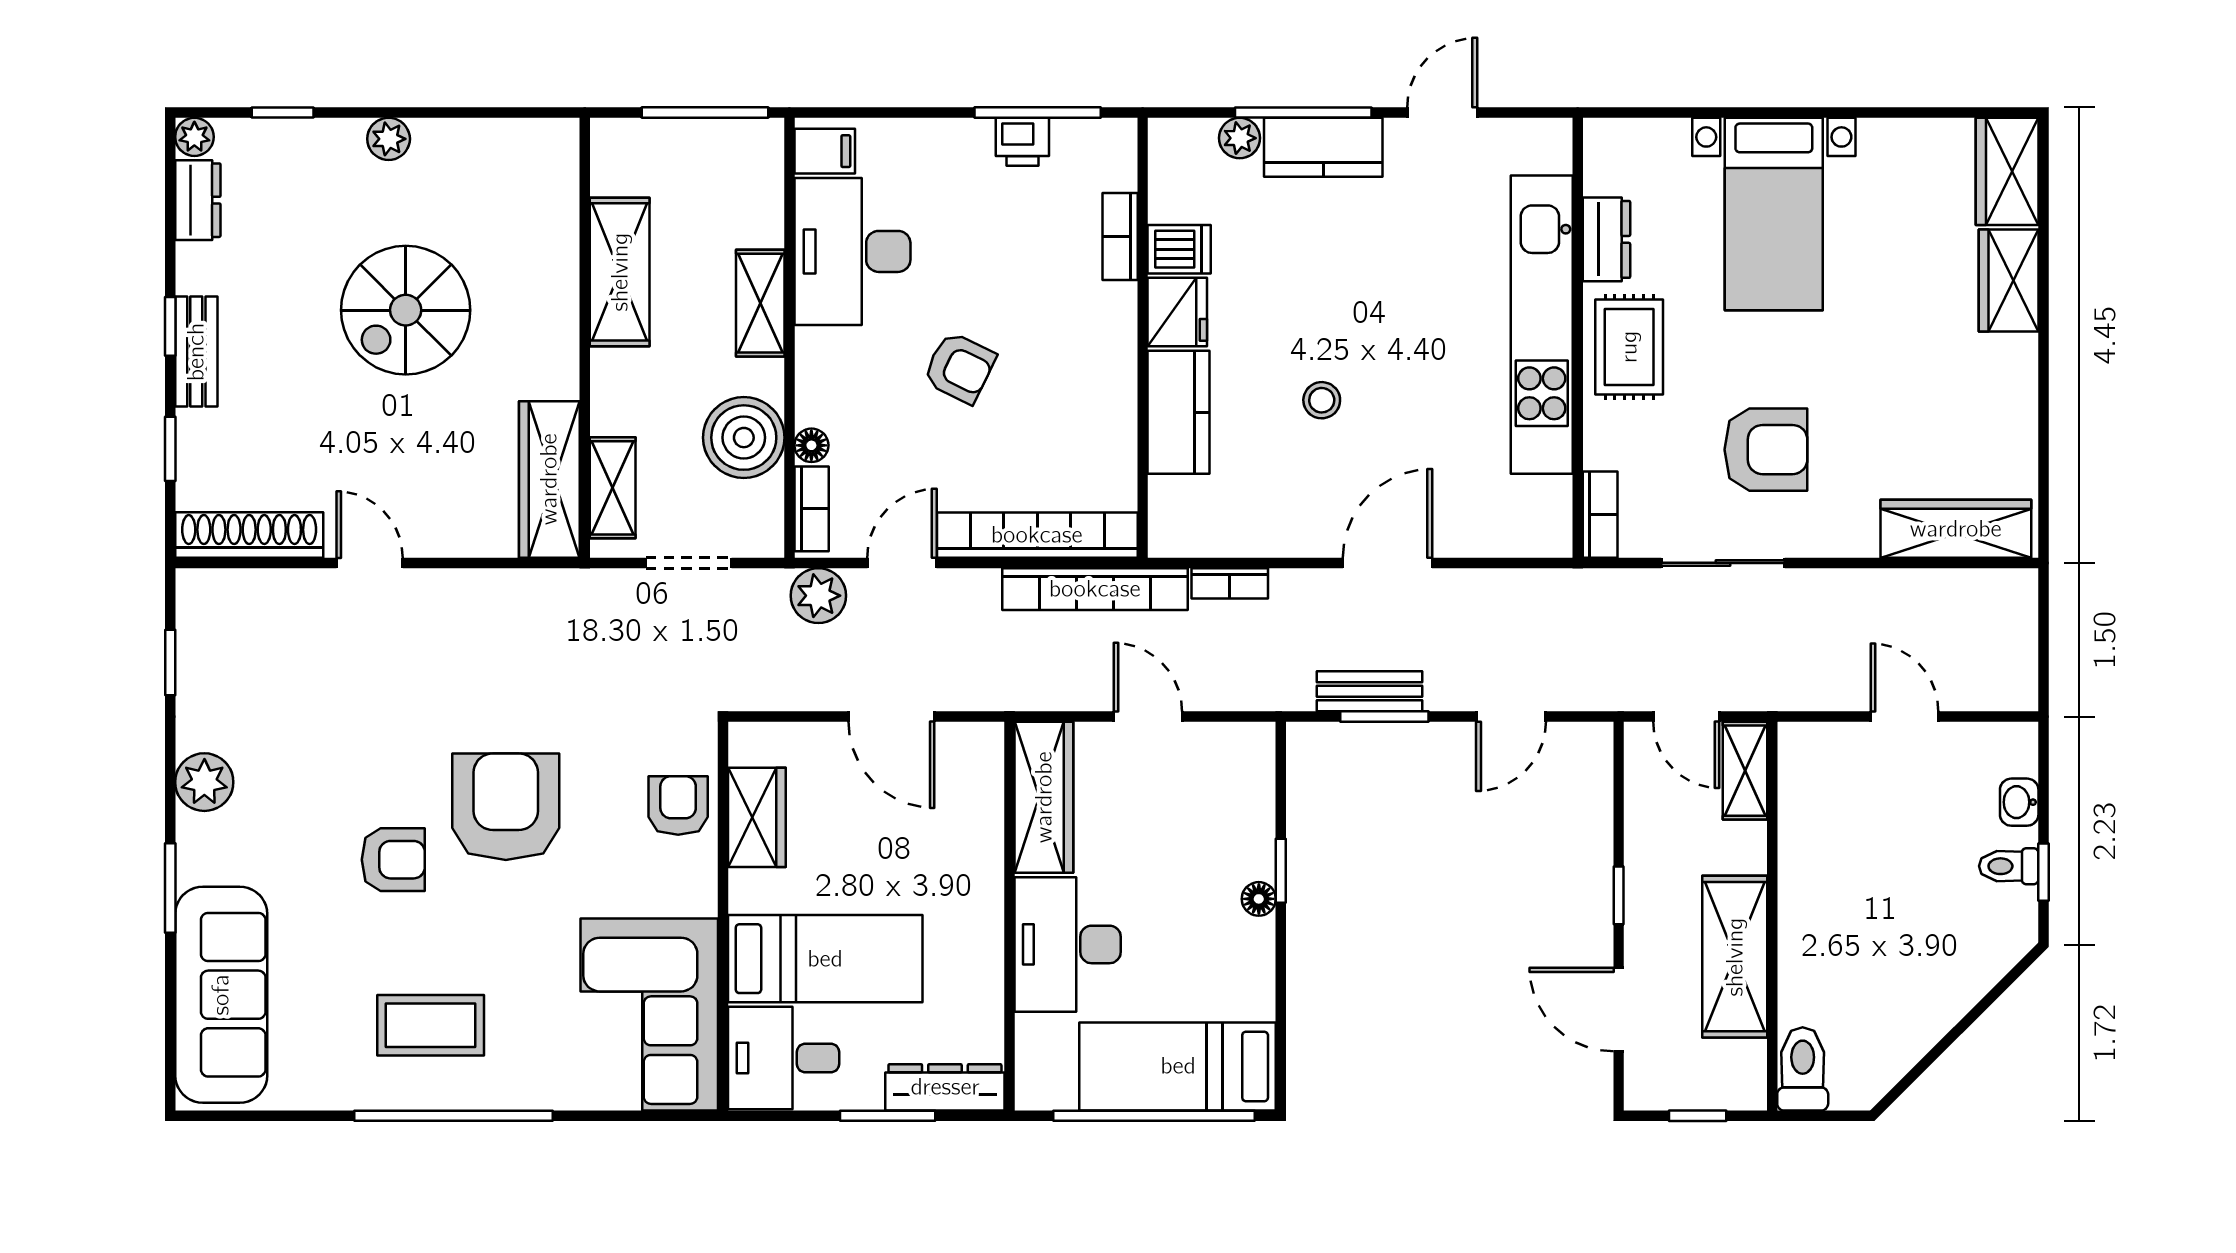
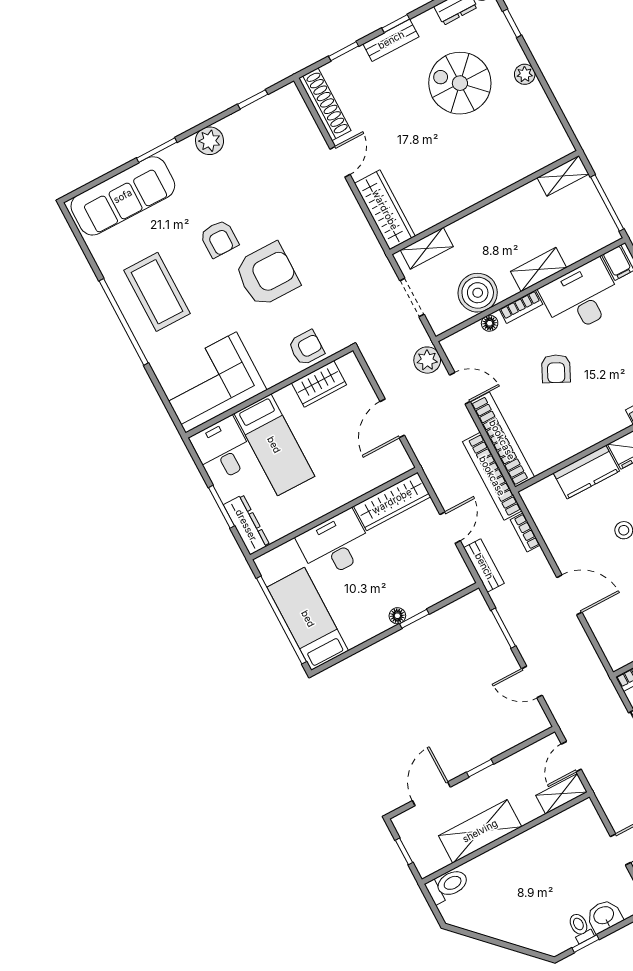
shelving: (620, 272) -> (563, 176), moved, width x0.67, depth x0.75
spiral stairs: (406, 310) -> (460, 83), moved
wardrobe: (549, 479) -> (385, 210), moved, turned 90
bookcase: (812, 509) -> (521, 307), moved
bench: (1370, 691) -> (484, 566), moved
washbasin: (2019, 802) -> (604, 916), width x1.38, depth x1.45
coffee table: (431, 1025) -> (157, 292), width x1.36, depth x1.32

